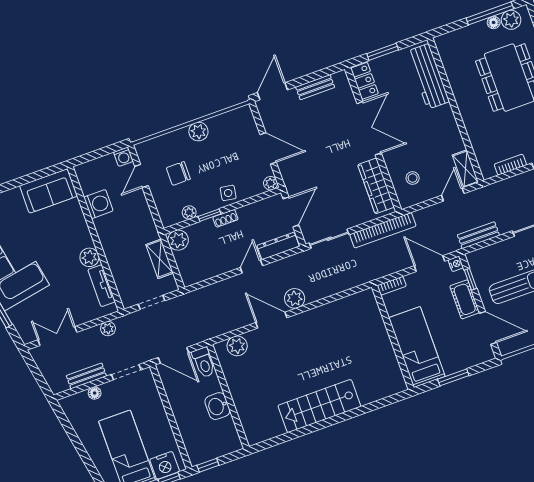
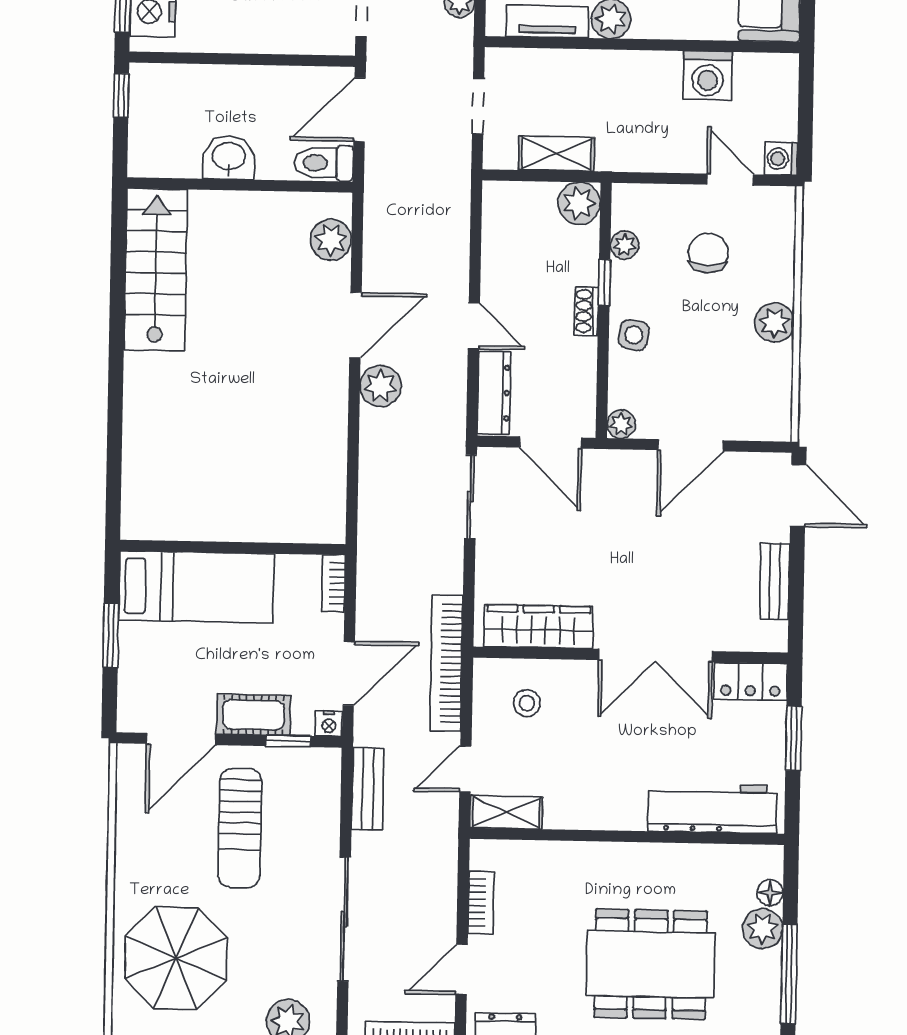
plant: (511, 20) -> (762, 929), moved
floor lamp: (494, 22) -> (770, 893), moved
door: (453, 194) -> (465, 769), swing flipped
bookcase: (383, 230) -> (446, 663), moved
stairs: (319, 406) -> (156, 270), moved

